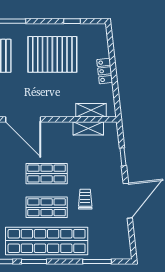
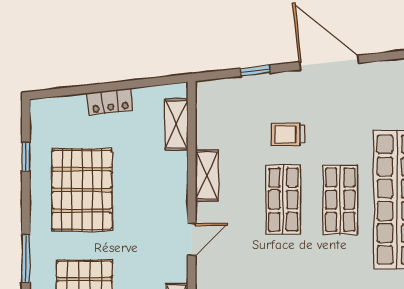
door: (23, 119) -> (192, 239), width x0.53
shelving: (88, 128) -> (207, 176), moved
trolley: (85, 199) -> (288, 134), moved

